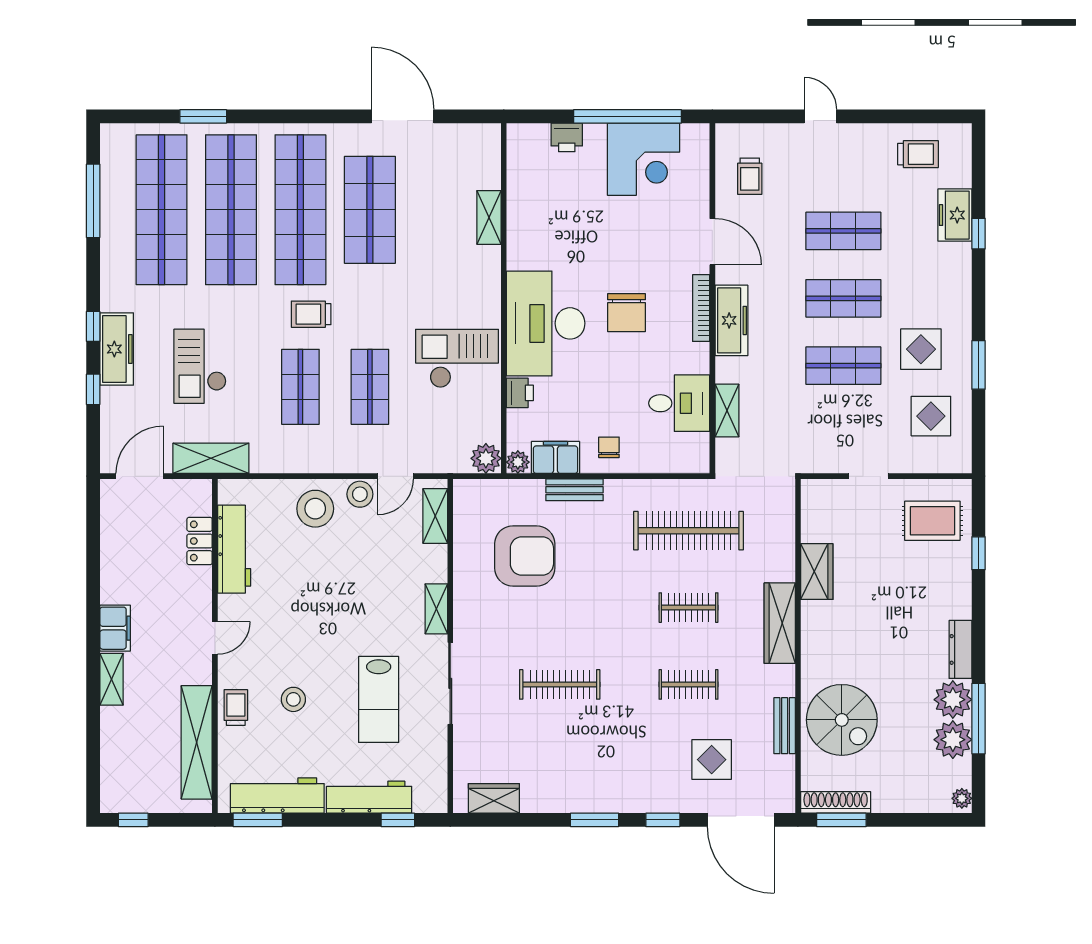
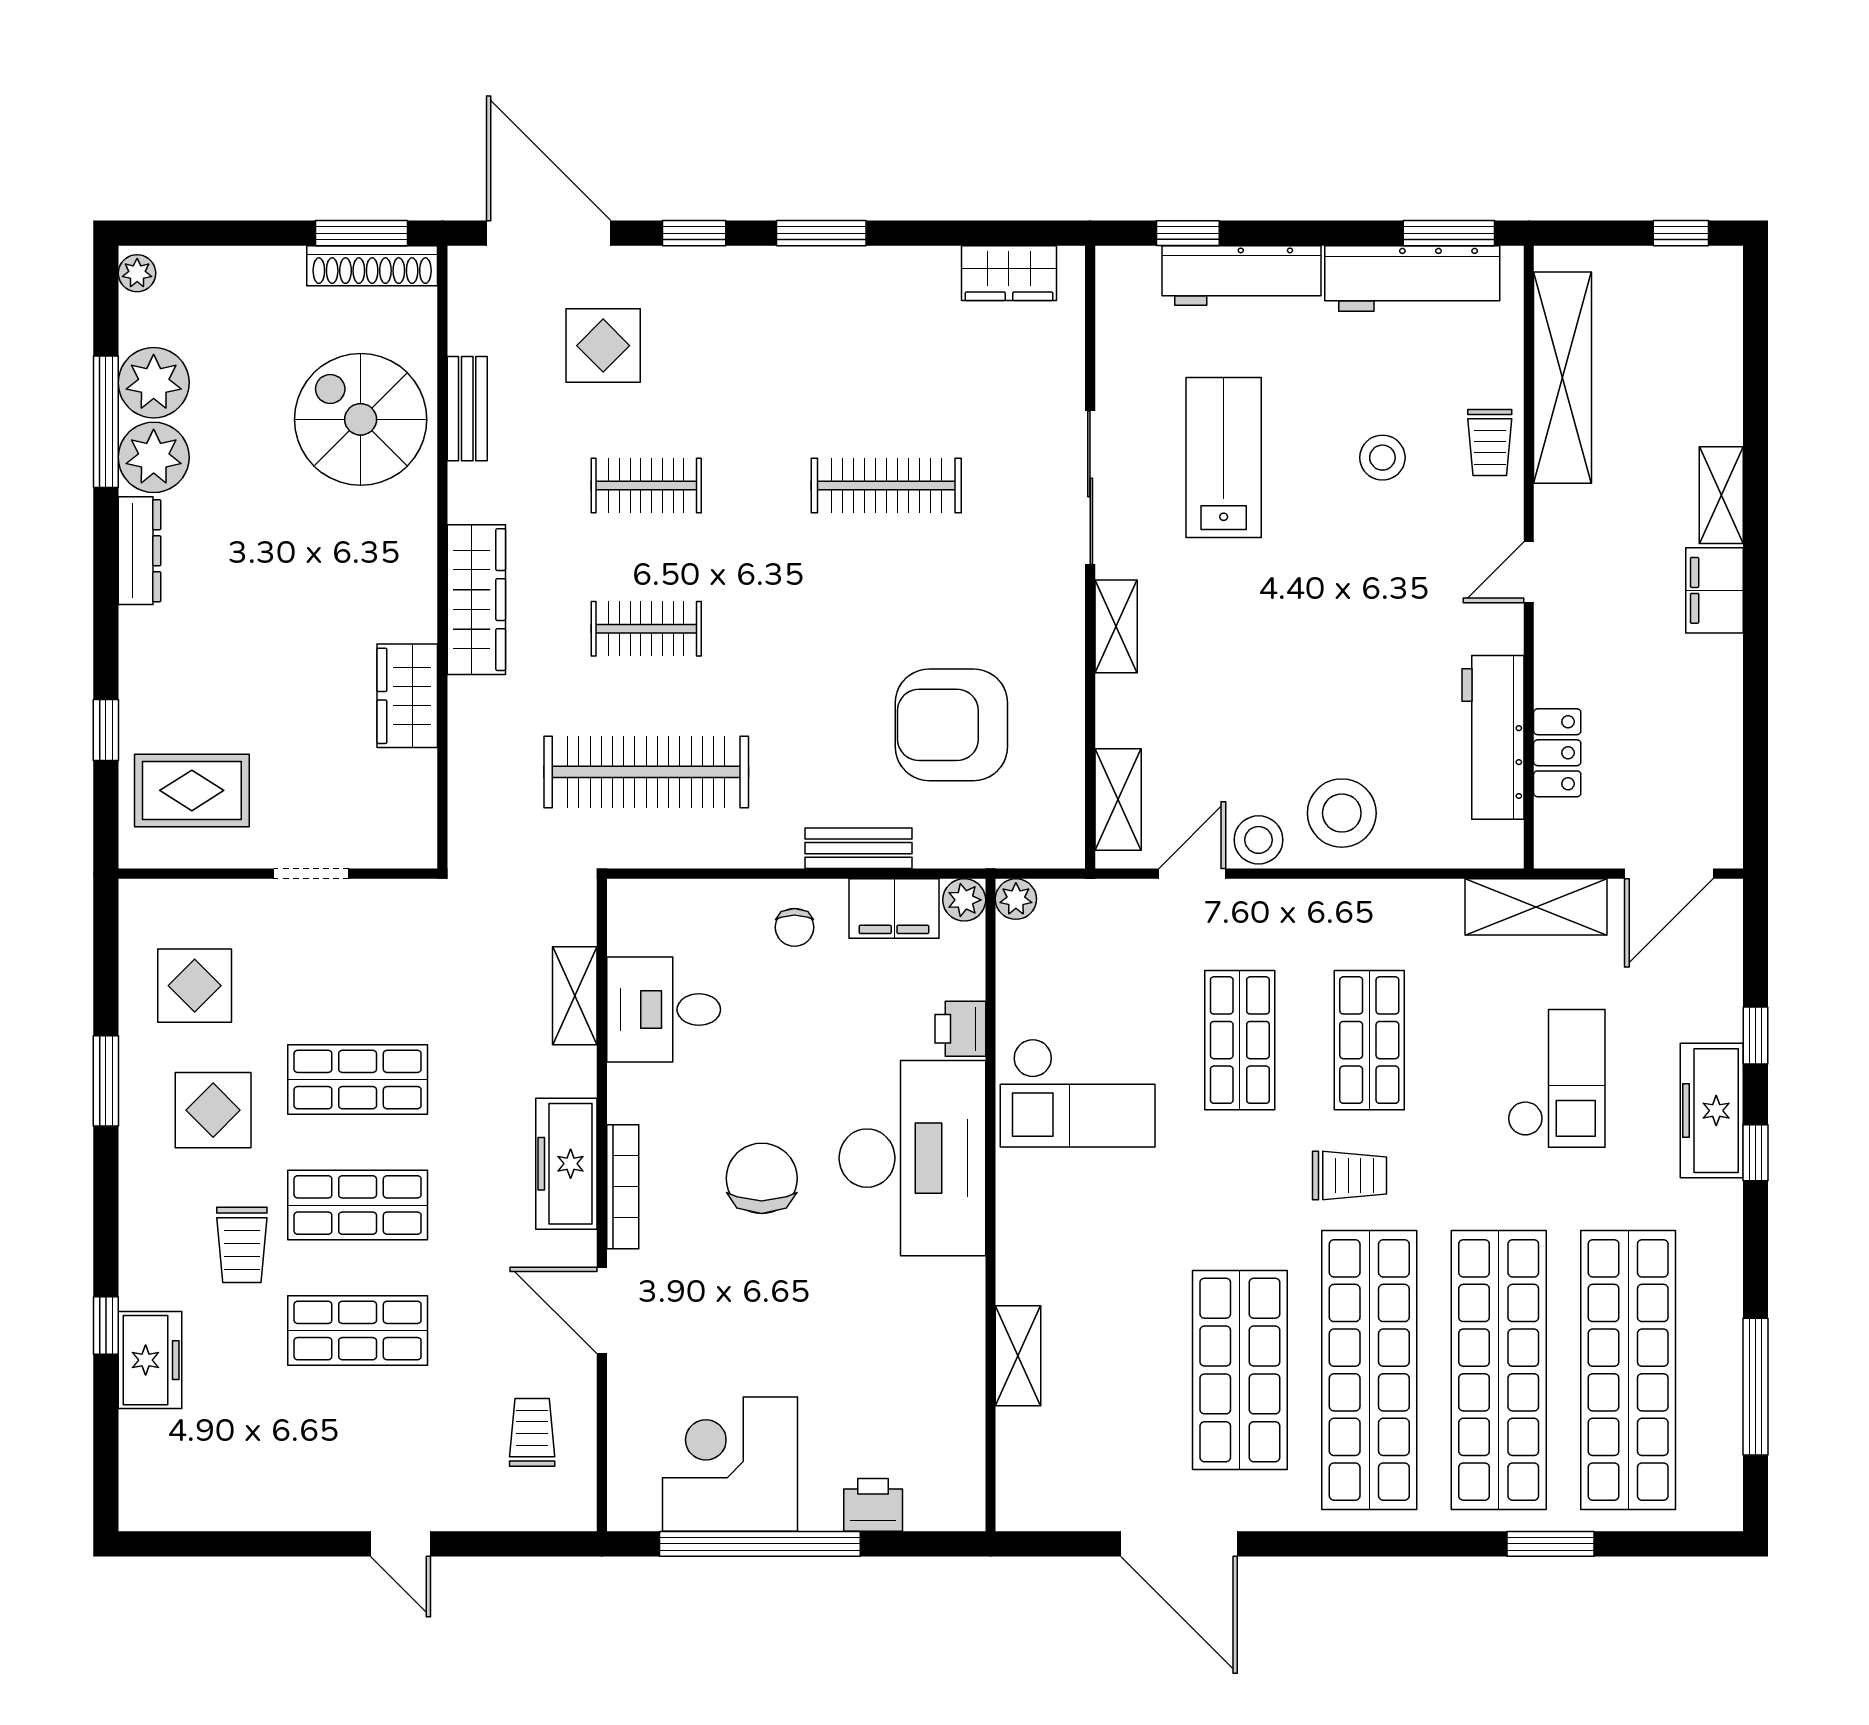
trolley: (918, 154) -> (242, 1245), moved, turned -90
plant: (486, 458) -> (1016, 899), width x0.73, depth x0.73

